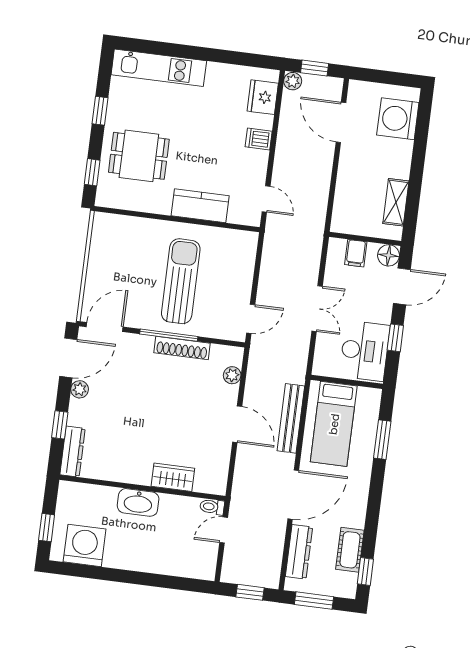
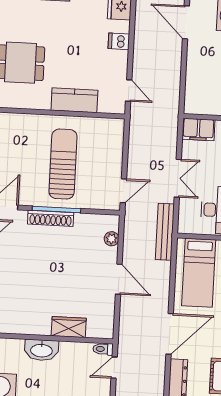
filing cabinet: (356, 253) -> (198, 130), width x2.00
shoe rack: (182, 348) -> (51, 218), moved
bench: (291, 418) -> (165, 232), moved

